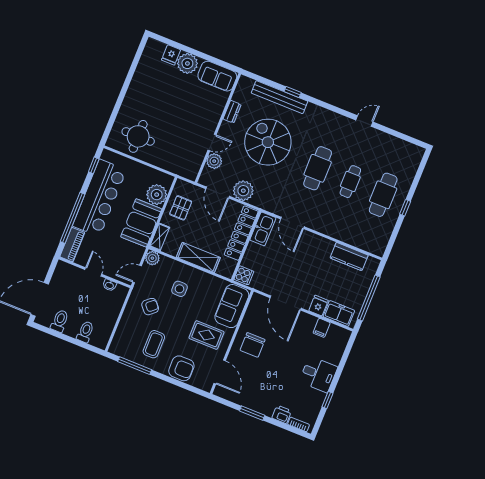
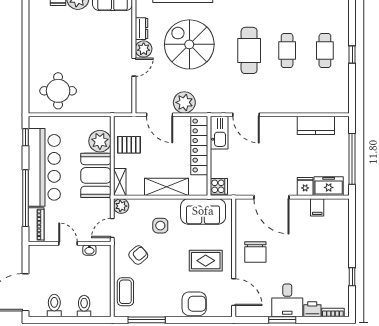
plant: (214, 161) -> (144, 49), moved
cafe table: (383, 195) -> (325, 50), width x0.73, depth x0.74
pallet: (181, 208) -> (129, 145), turned 90
sofa: (232, 306) -> (203, 211), moved, turned -90
coffee table: (154, 344) -> (125, 292), moved
desk: (318, 374) -> (287, 300), moved, turned 90

